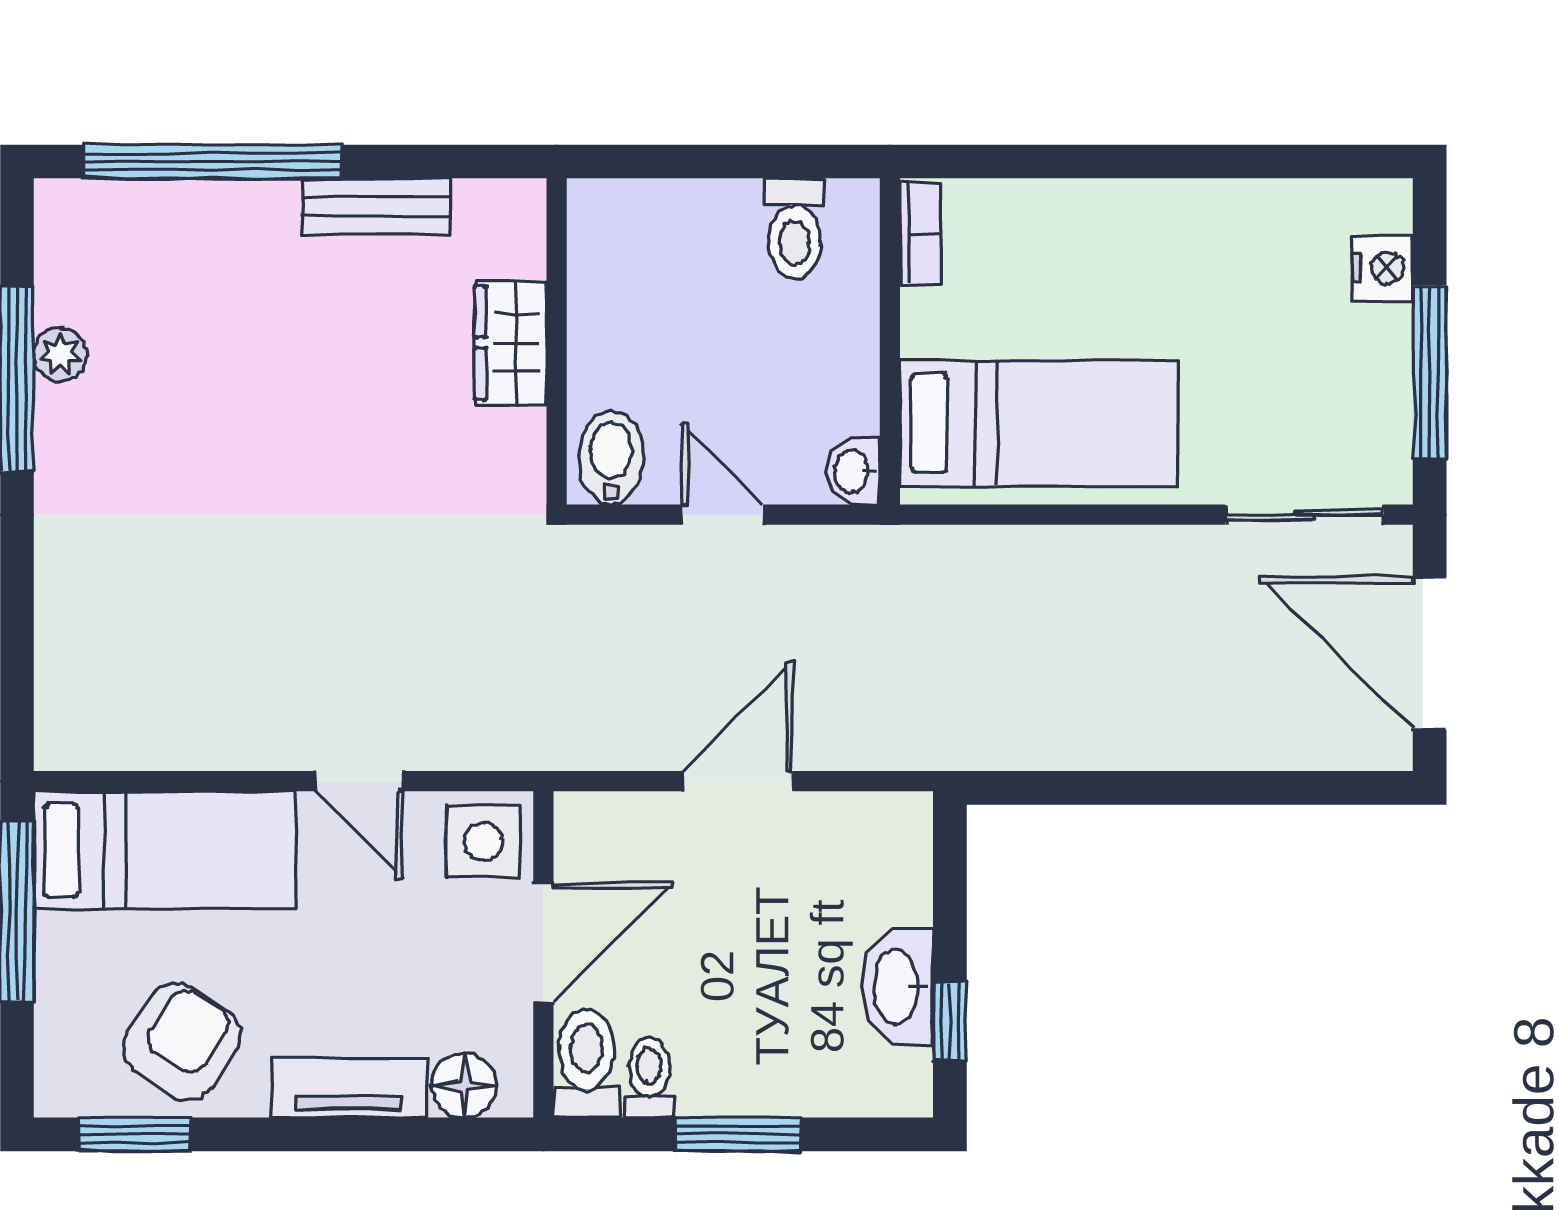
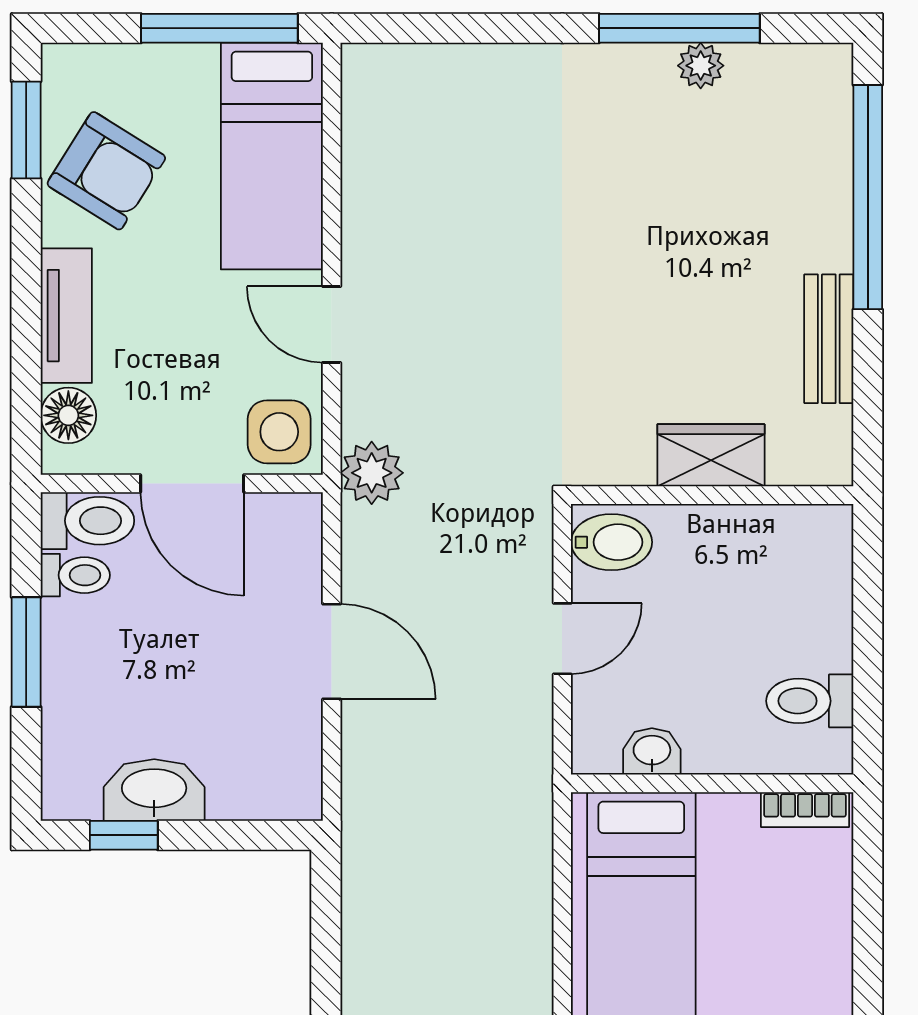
washbasin: (853, 471) -> (652, 751), moved
plant: (531, 735) -> (372, 473), added
door: (359, 781) -> (332, 324), hinge flipped

